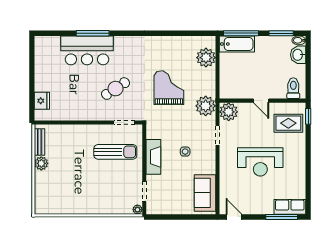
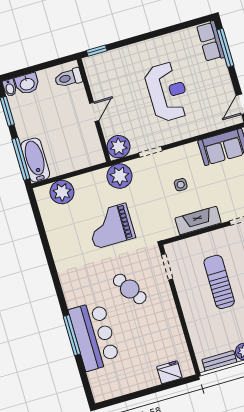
rug: (288, 123) -> (112, 72), removed
sun lounger: (115, 152) -> (219, 282), moved

